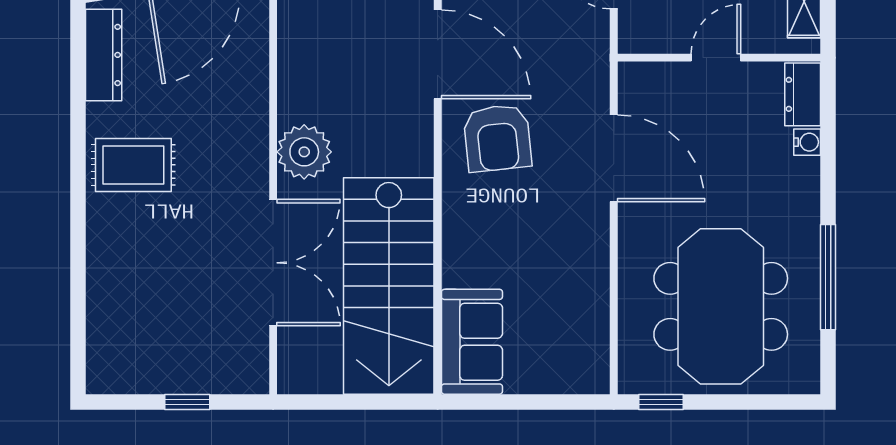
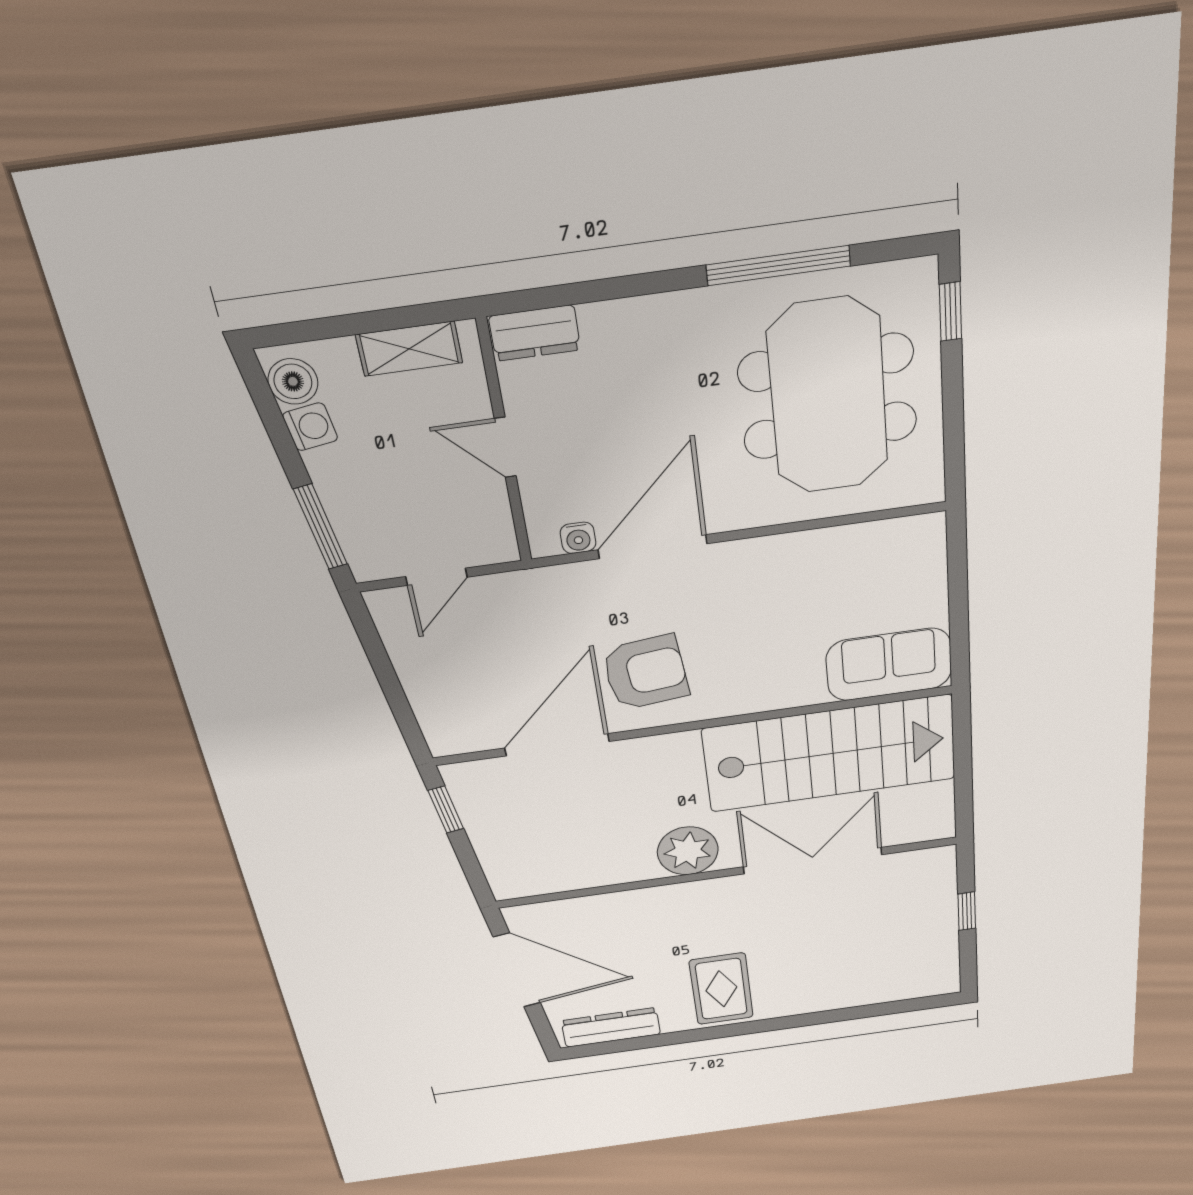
water cooler: (807, 142) -> (578, 538), moved, turned 180
meeting table: (721, 306) -> (828, 397), turned 90
window: (661, 402) -> (950, 312), moved

